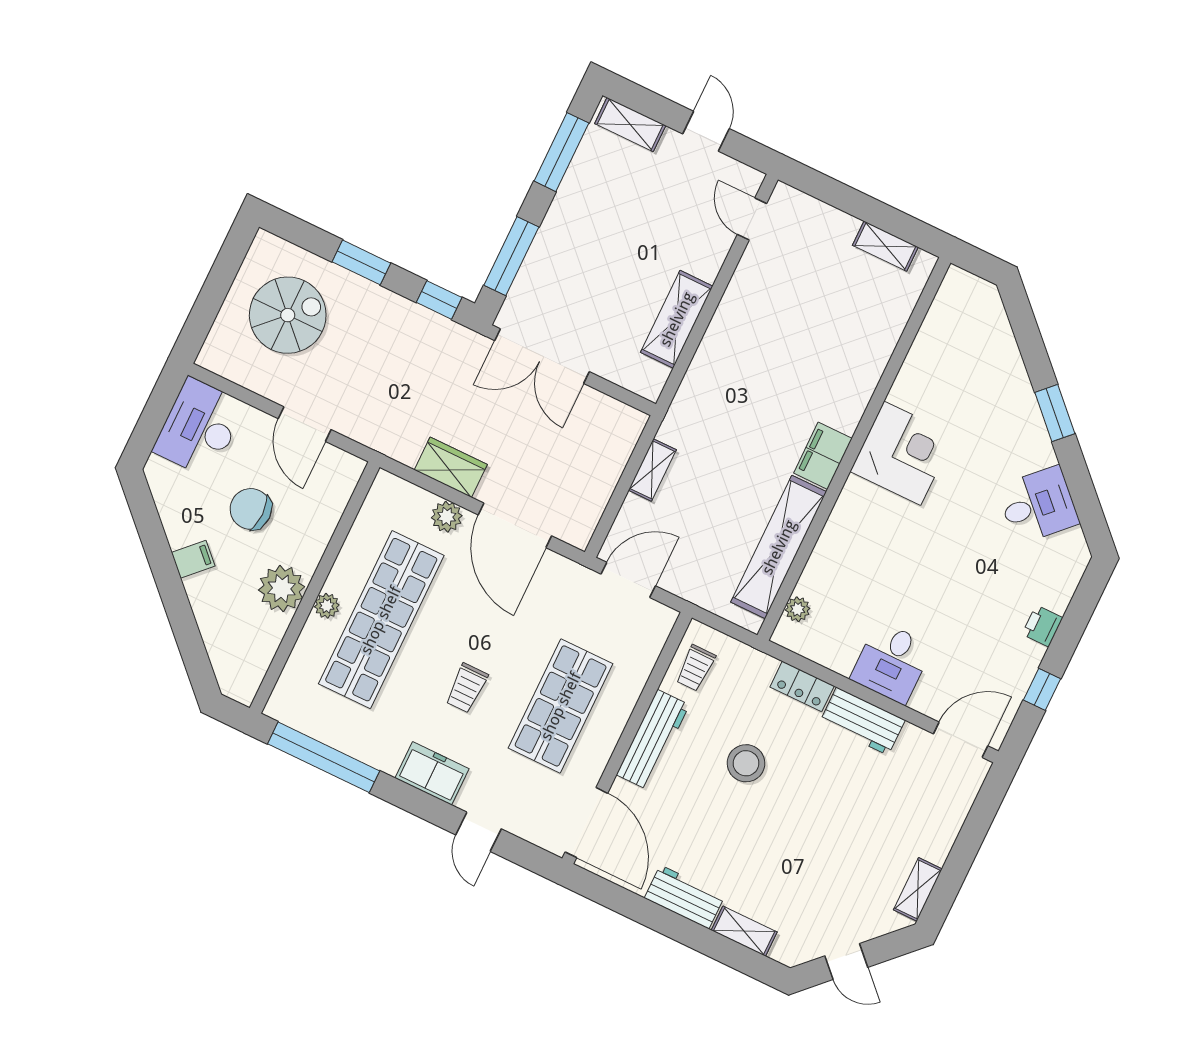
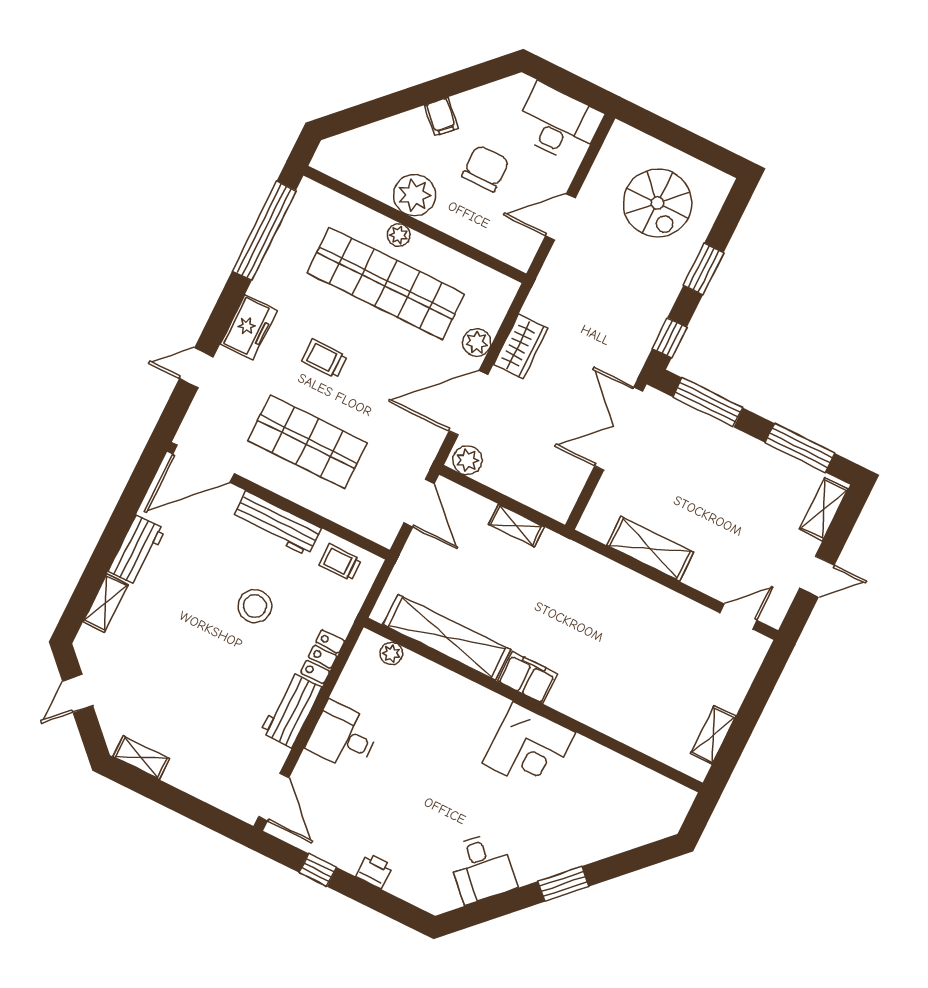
plant: (579, 526) -> (467, 460), added

